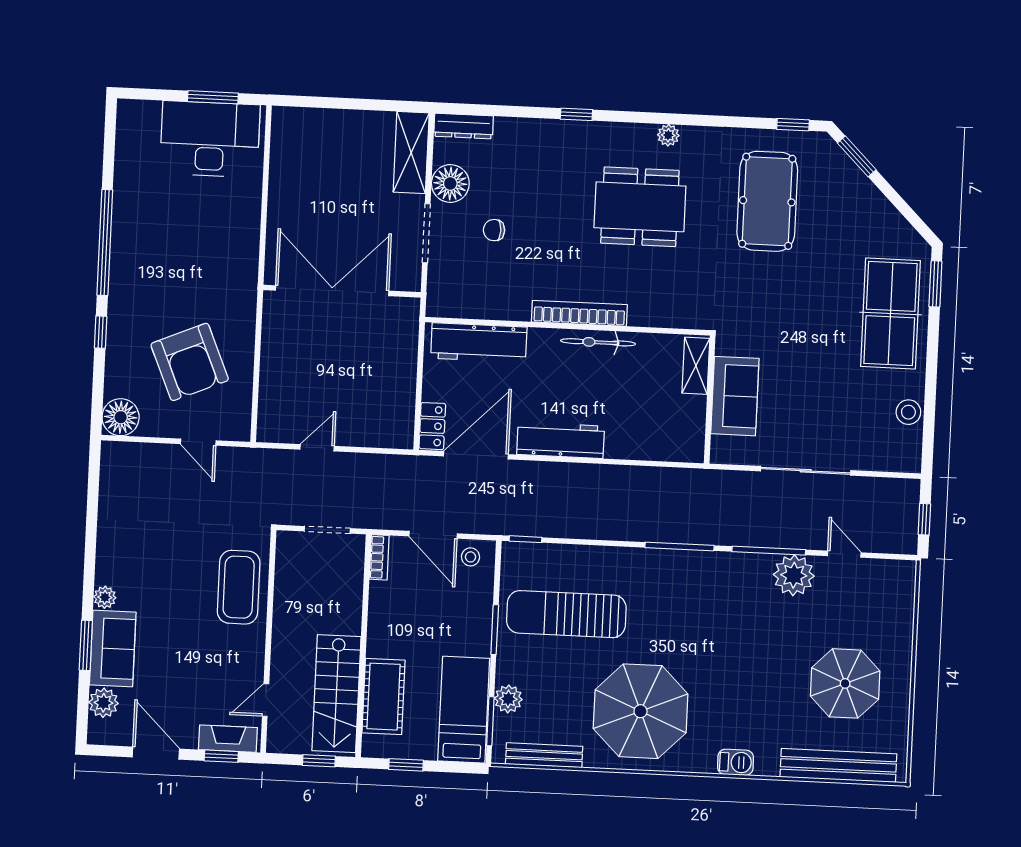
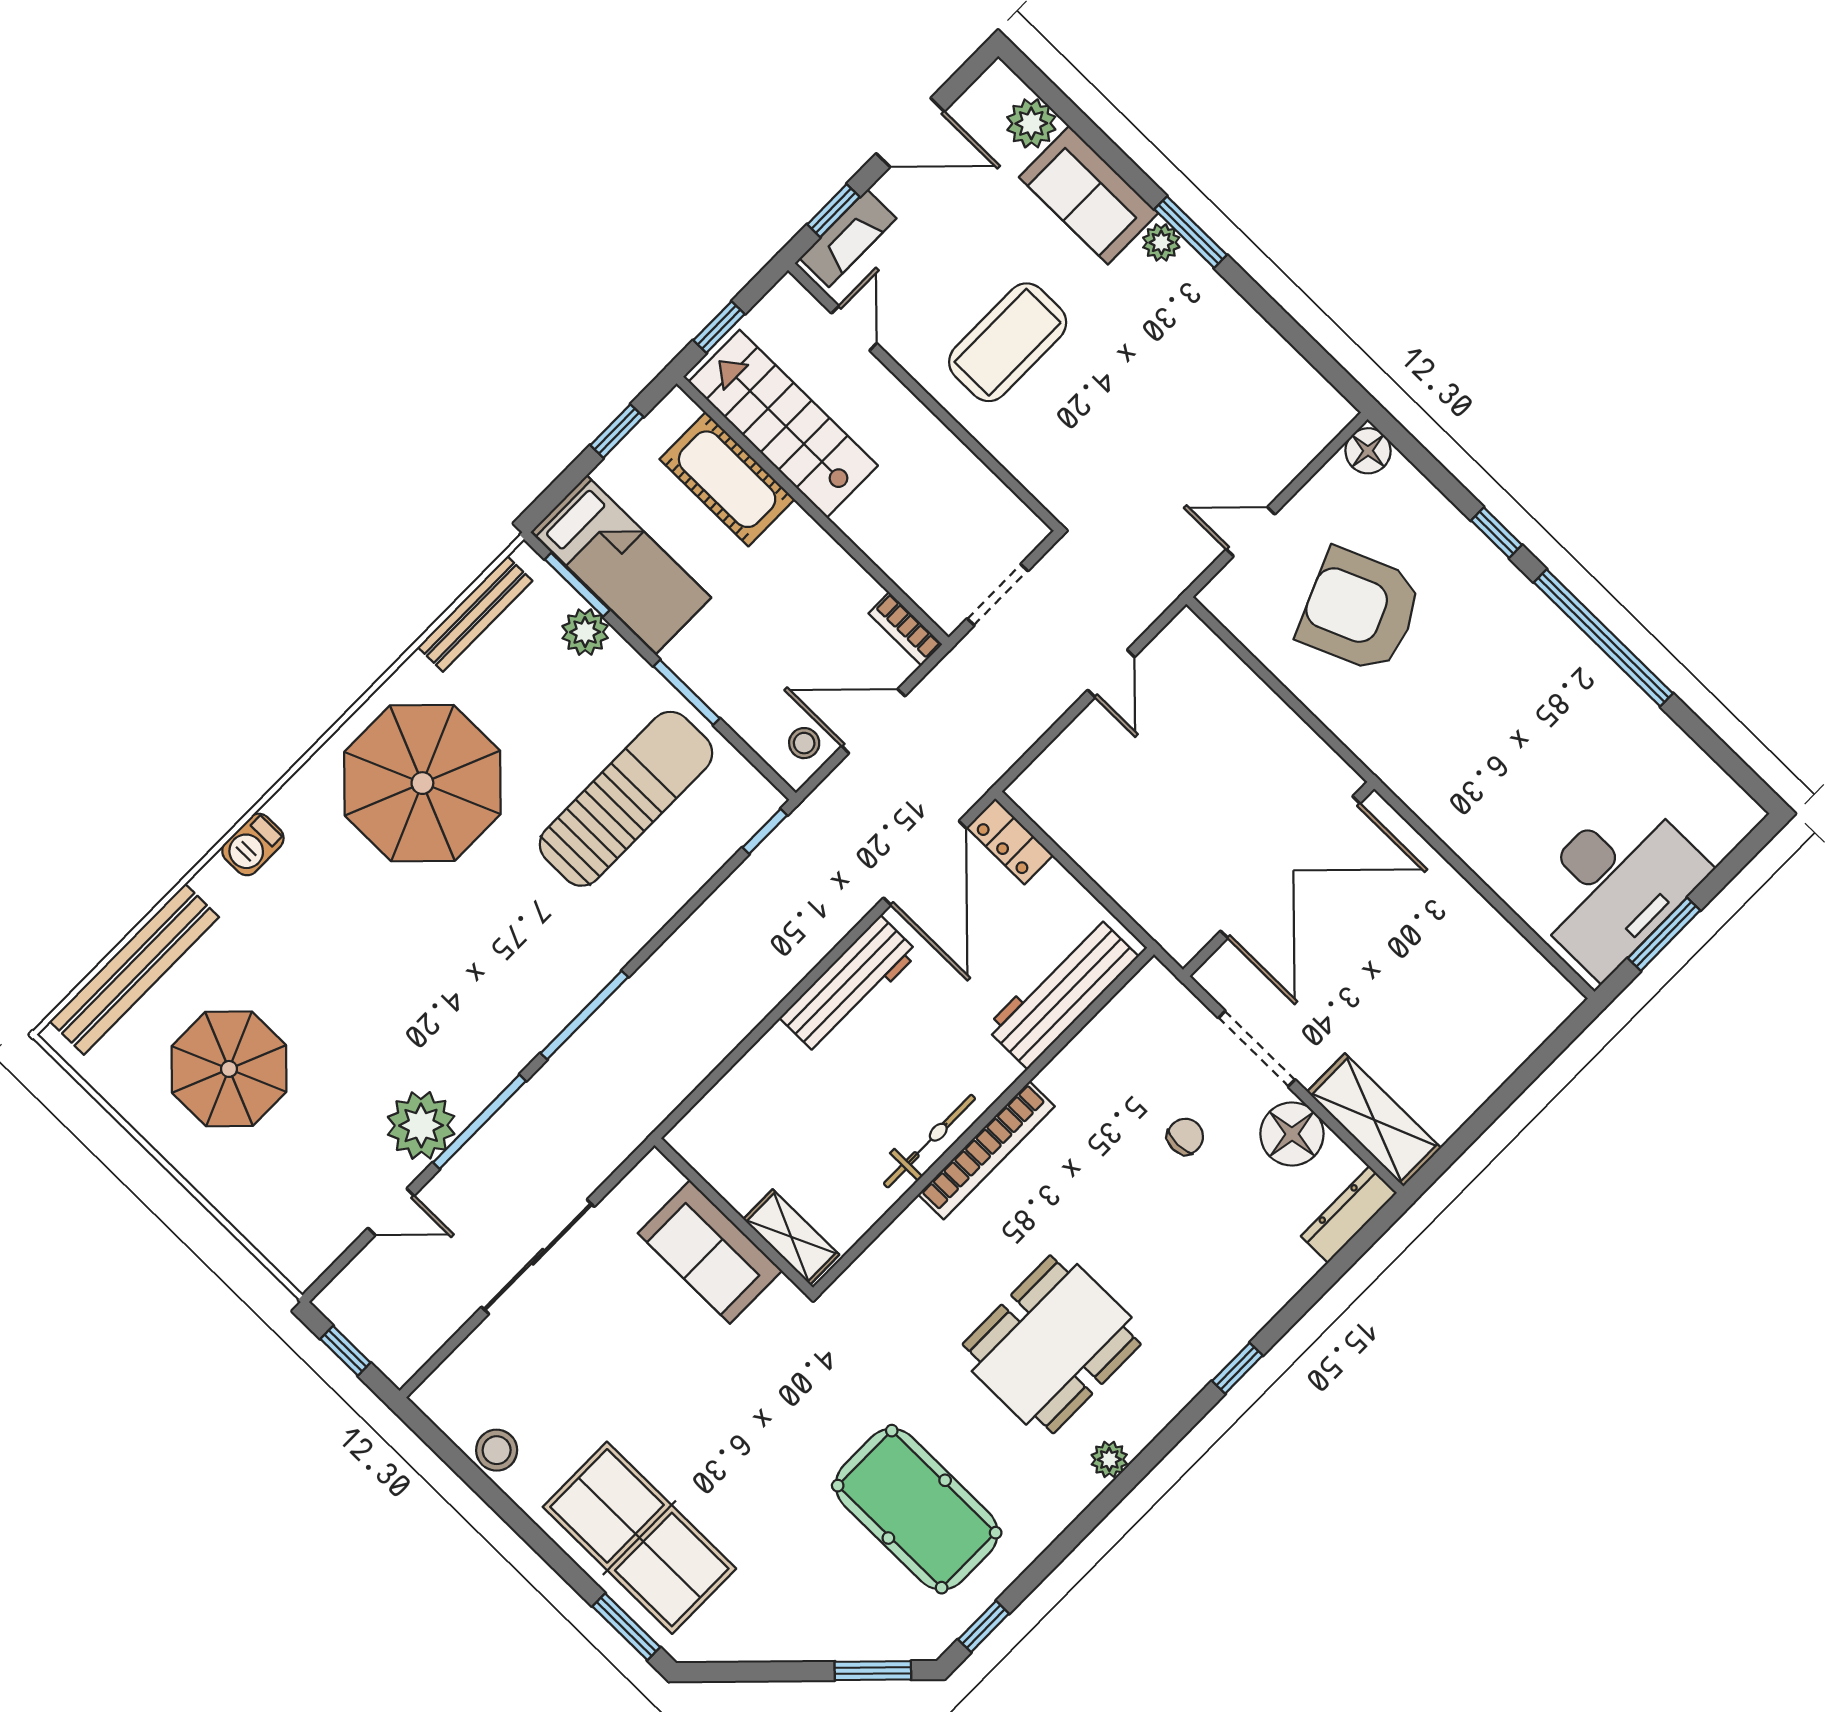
floor lamp: (121, 417) -> (1368, 451), width x0.73, depth x0.73
coffee table: (239, 587) -> (1008, 342), moved, turned 90
window: (86, 645) -> (1191, 232), moved

